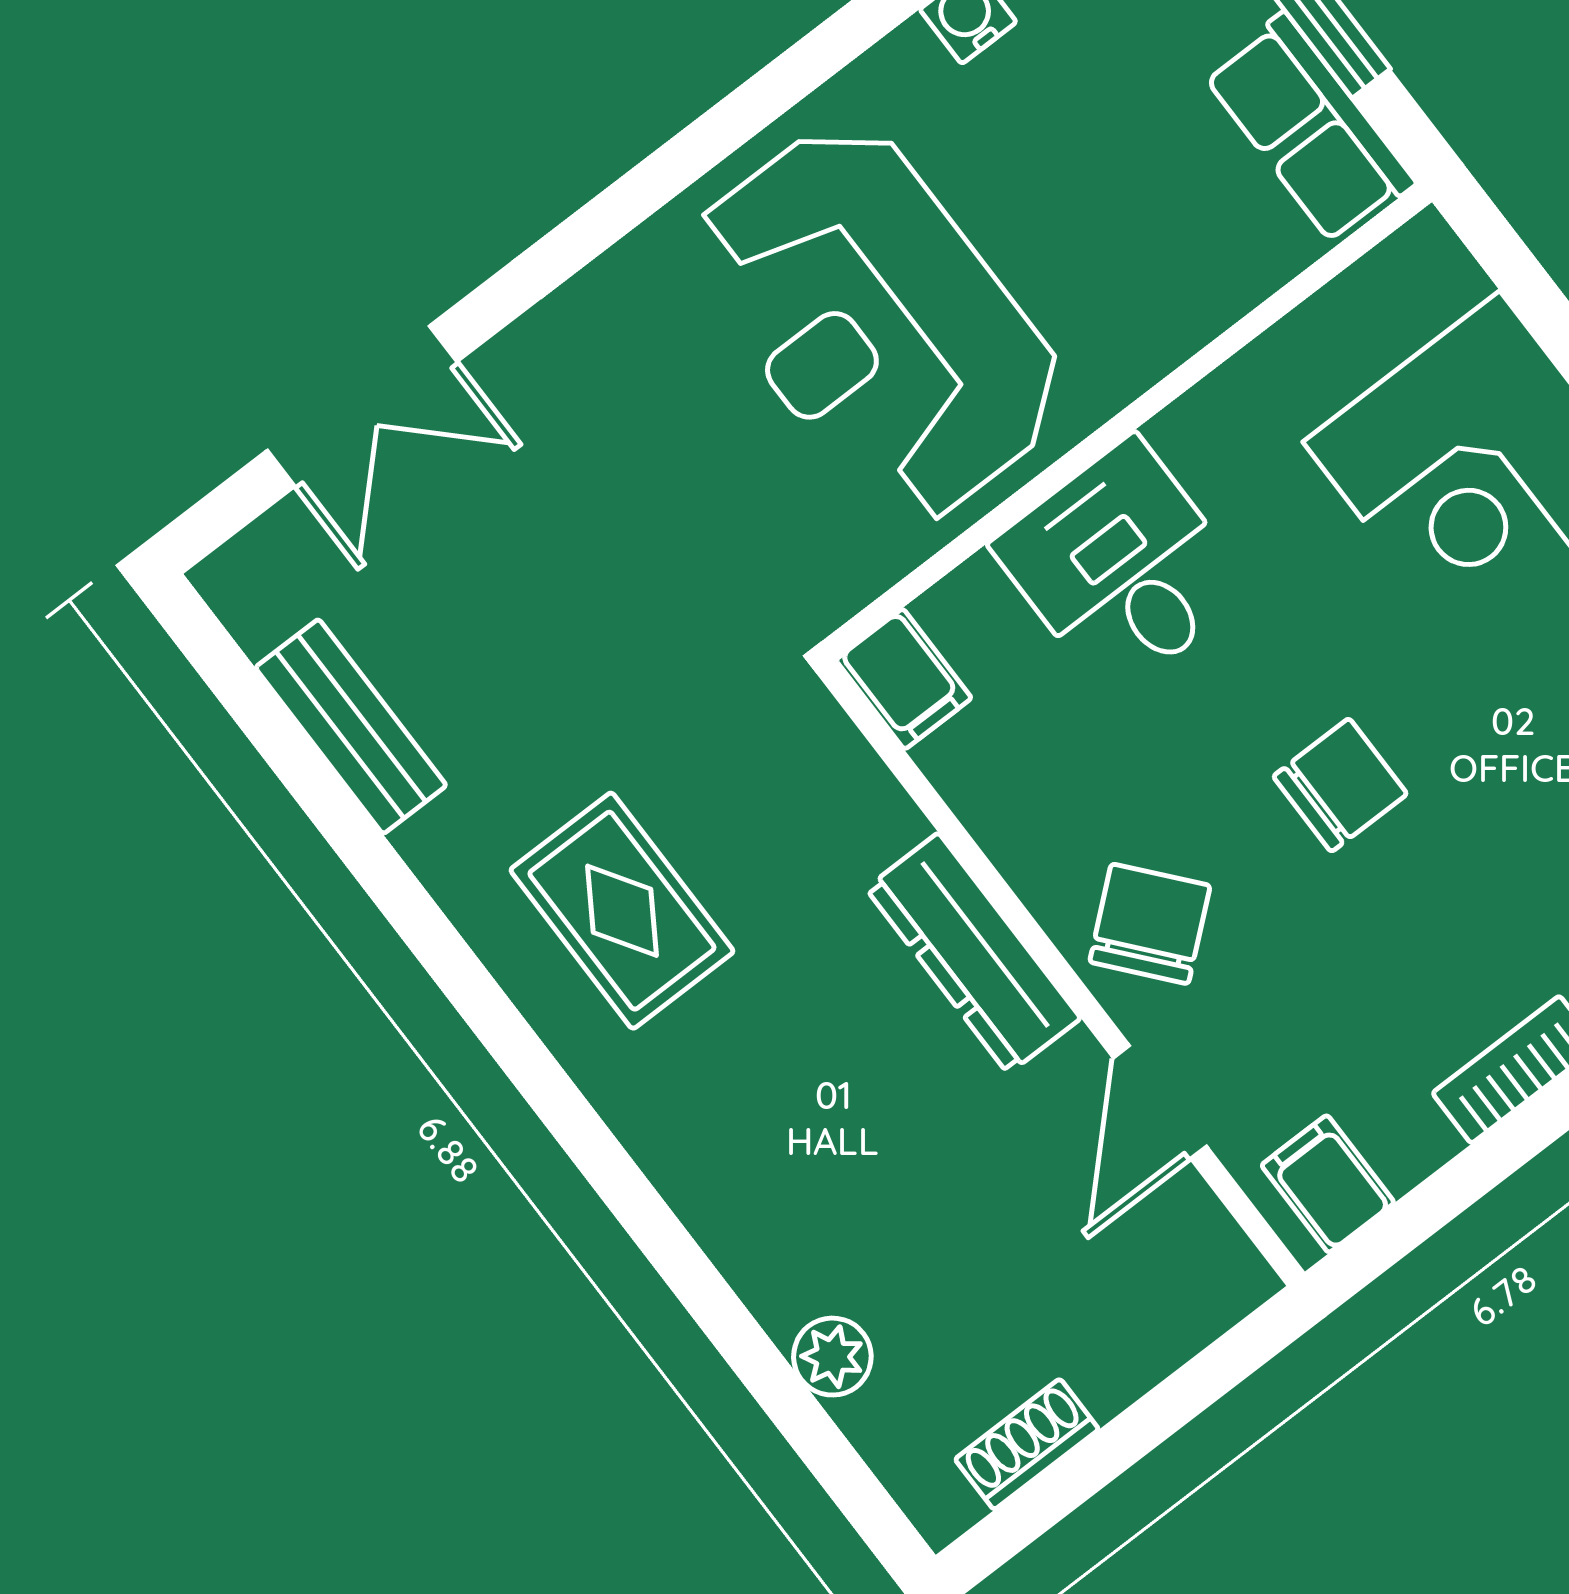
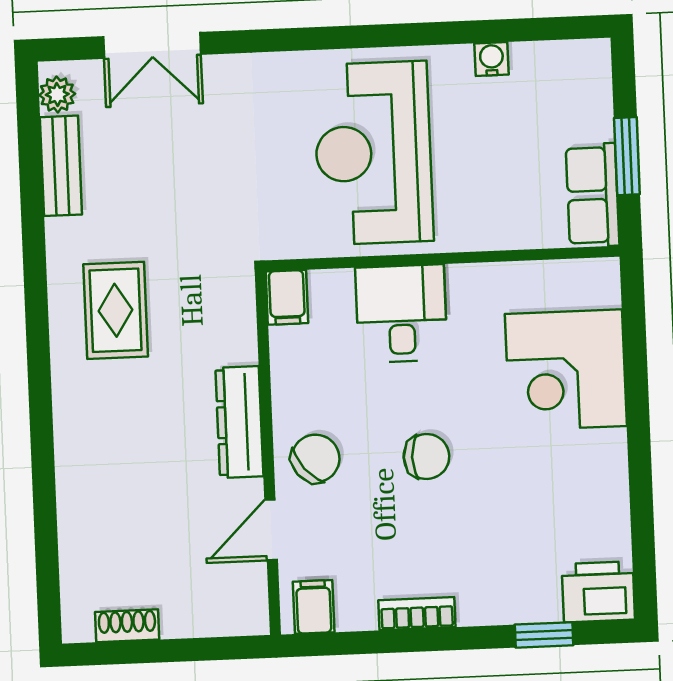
plant: (832, 1357) -> (57, 94), moved

